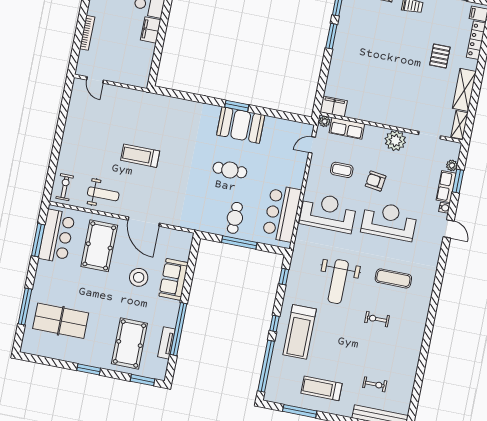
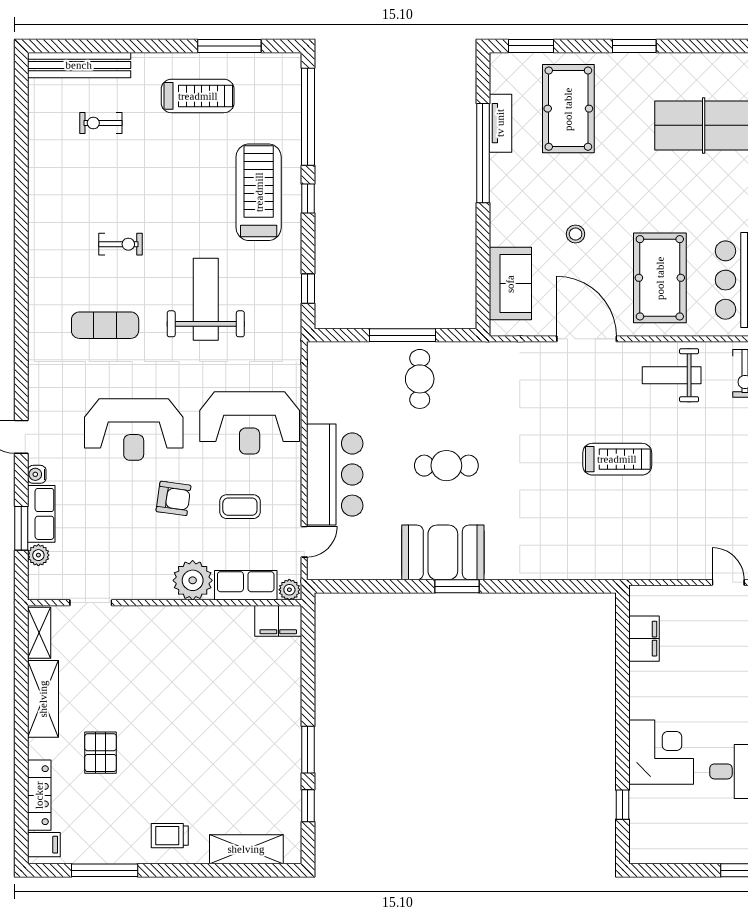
filing cabinet: (151, 30) -> (644, 639), moved
plant: (395, 141) -> (193, 580), moved
bar counter: (282, 213) -> (335, 475), moved
stool: (139, 277) -> (576, 234), width x0.53, depth x0.53
sofa: (174, 279) -> (510, 284), moved

